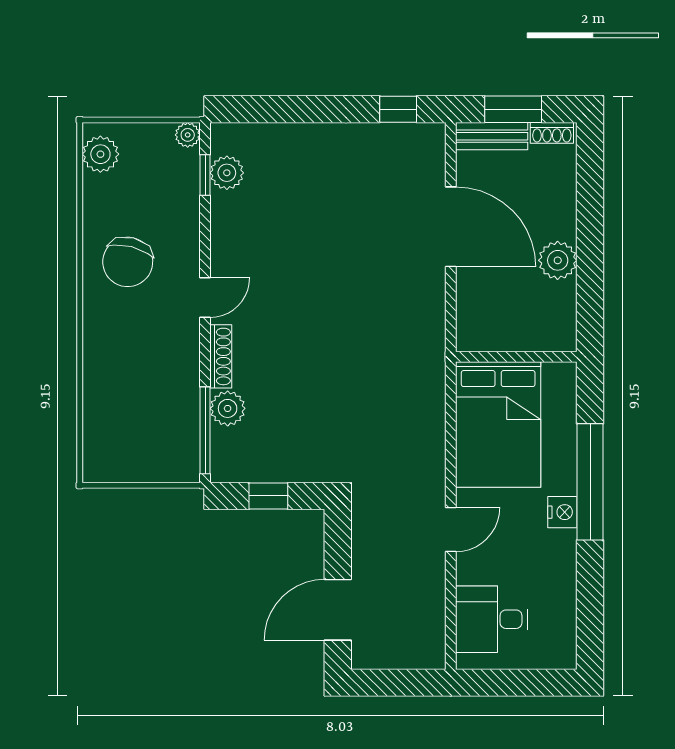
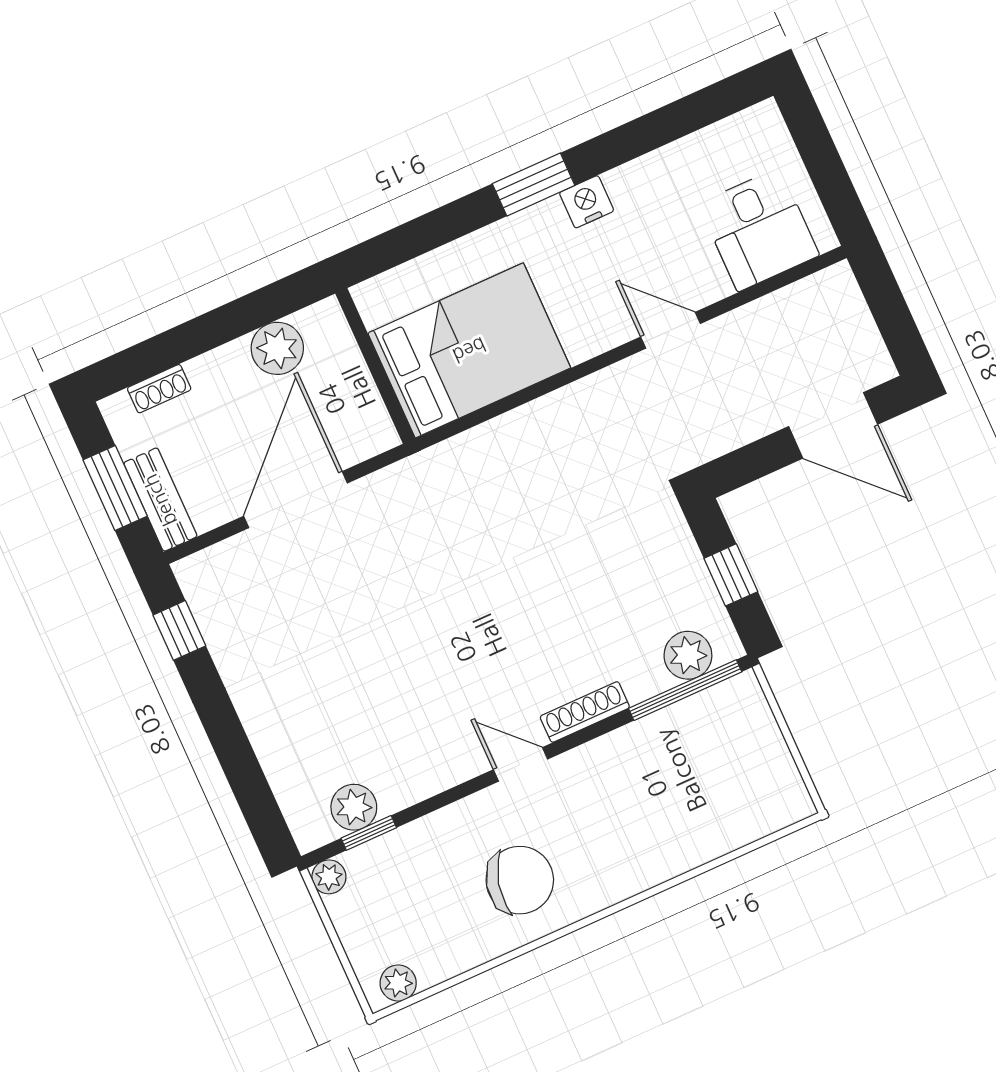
shoe rack: (552, 133) -> (159, 389), moved, turned 90
plant: (100, 154) -> (398, 983), width x0.73, depth x0.73
wall: (516, 357) -> (375, 366), moved
plant: (228, 408) -> (688, 655), moved
bed: (498, 424) -> (469, 350), moved
window: (590, 482) -> (534, 184), width x0.47

